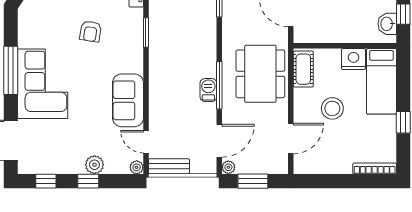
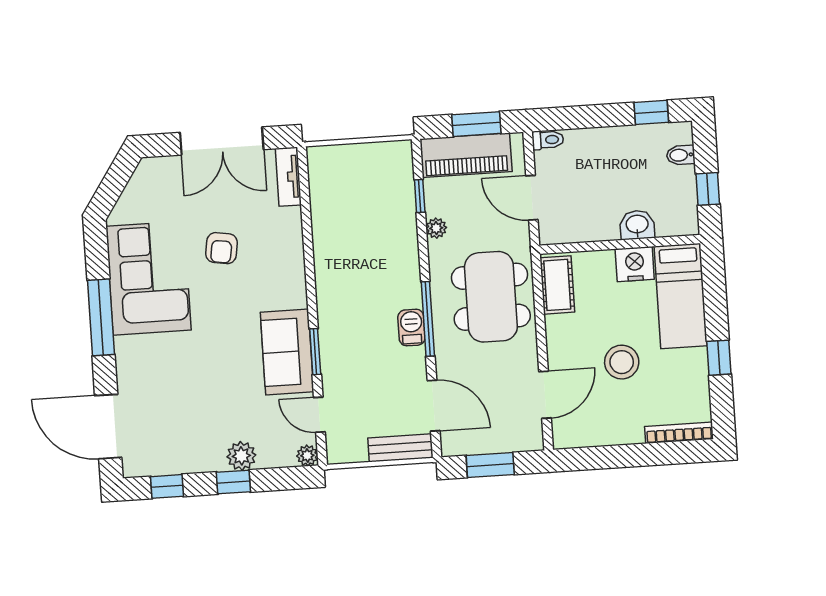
washbasin: (387, 24) -> (637, 225), moved, turned 90
window: (146, 33) -> (315, 352), moved
corner sofa: (43, 84) -> (148, 278), moved
stool: (332, 108) -> (622, 362), moved
door: (219, 141) -> (434, 406), hinge flipped
bench: (169, 166) -> (400, 448), moved
plant: (228, 167) -> (436, 228), moved

